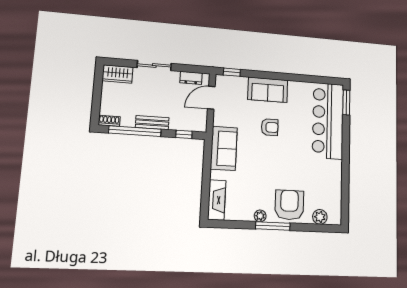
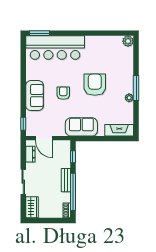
armchair: (289, 205) -> (95, 85), moved, turned 90
plant: (320, 217) -> (128, 41), moved

